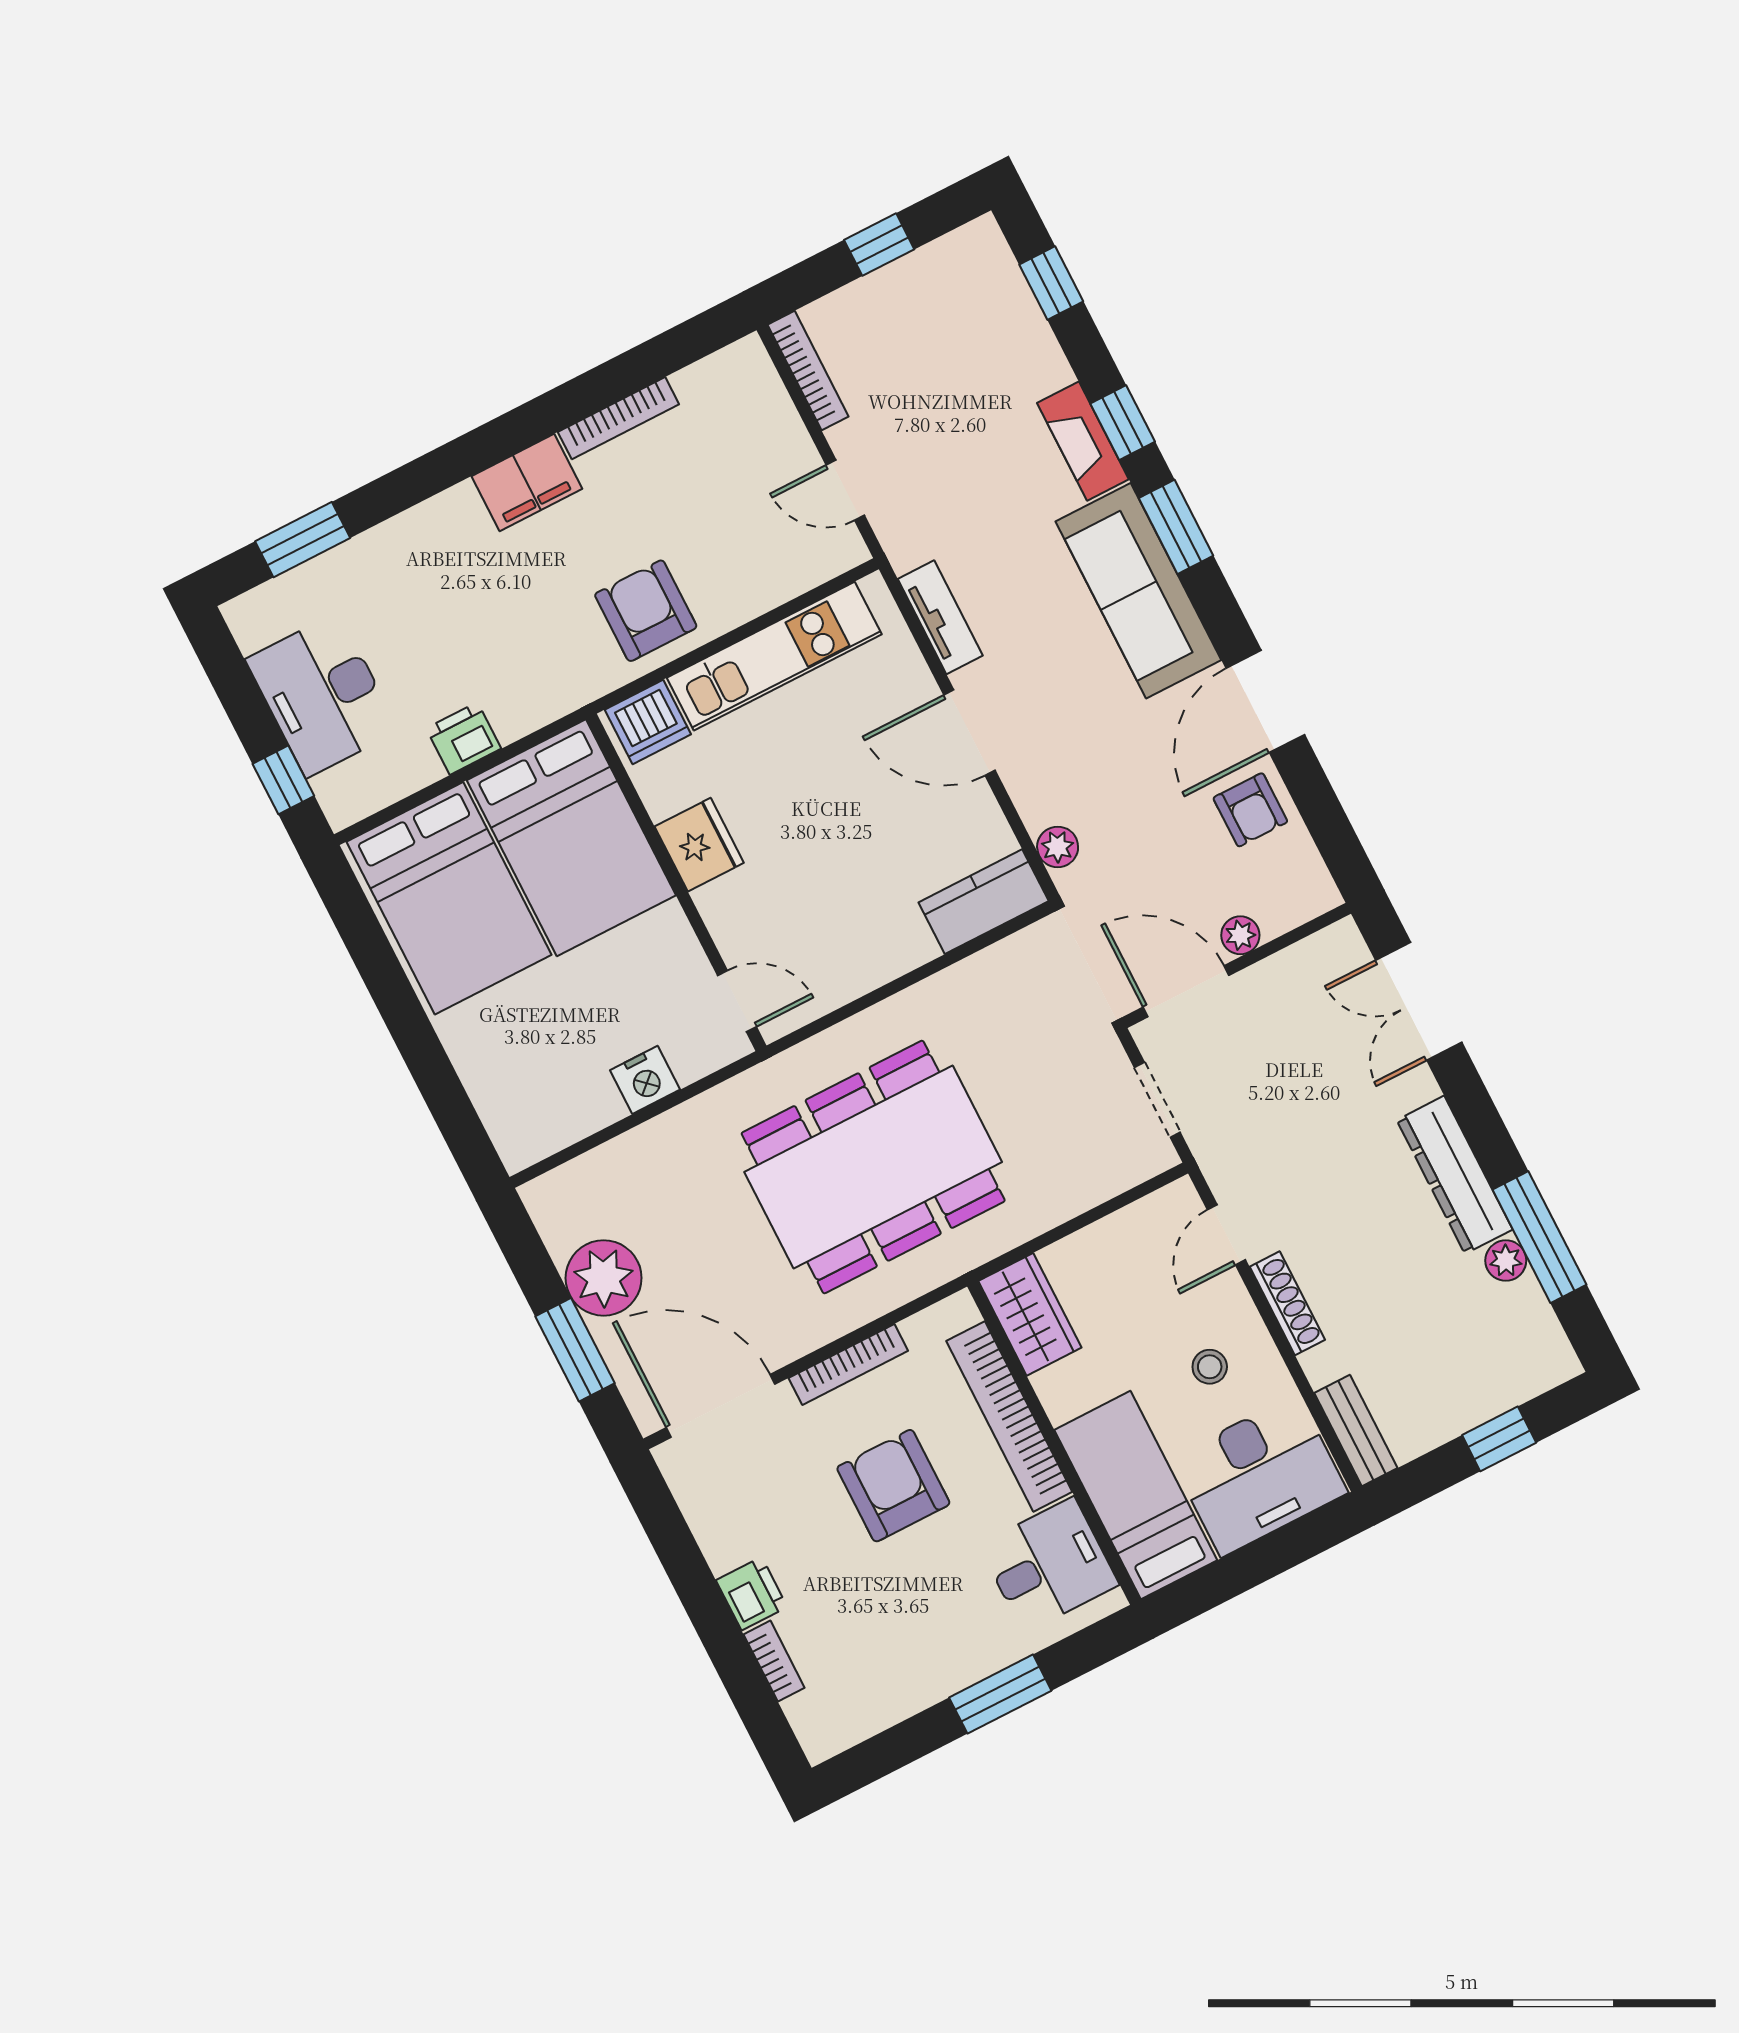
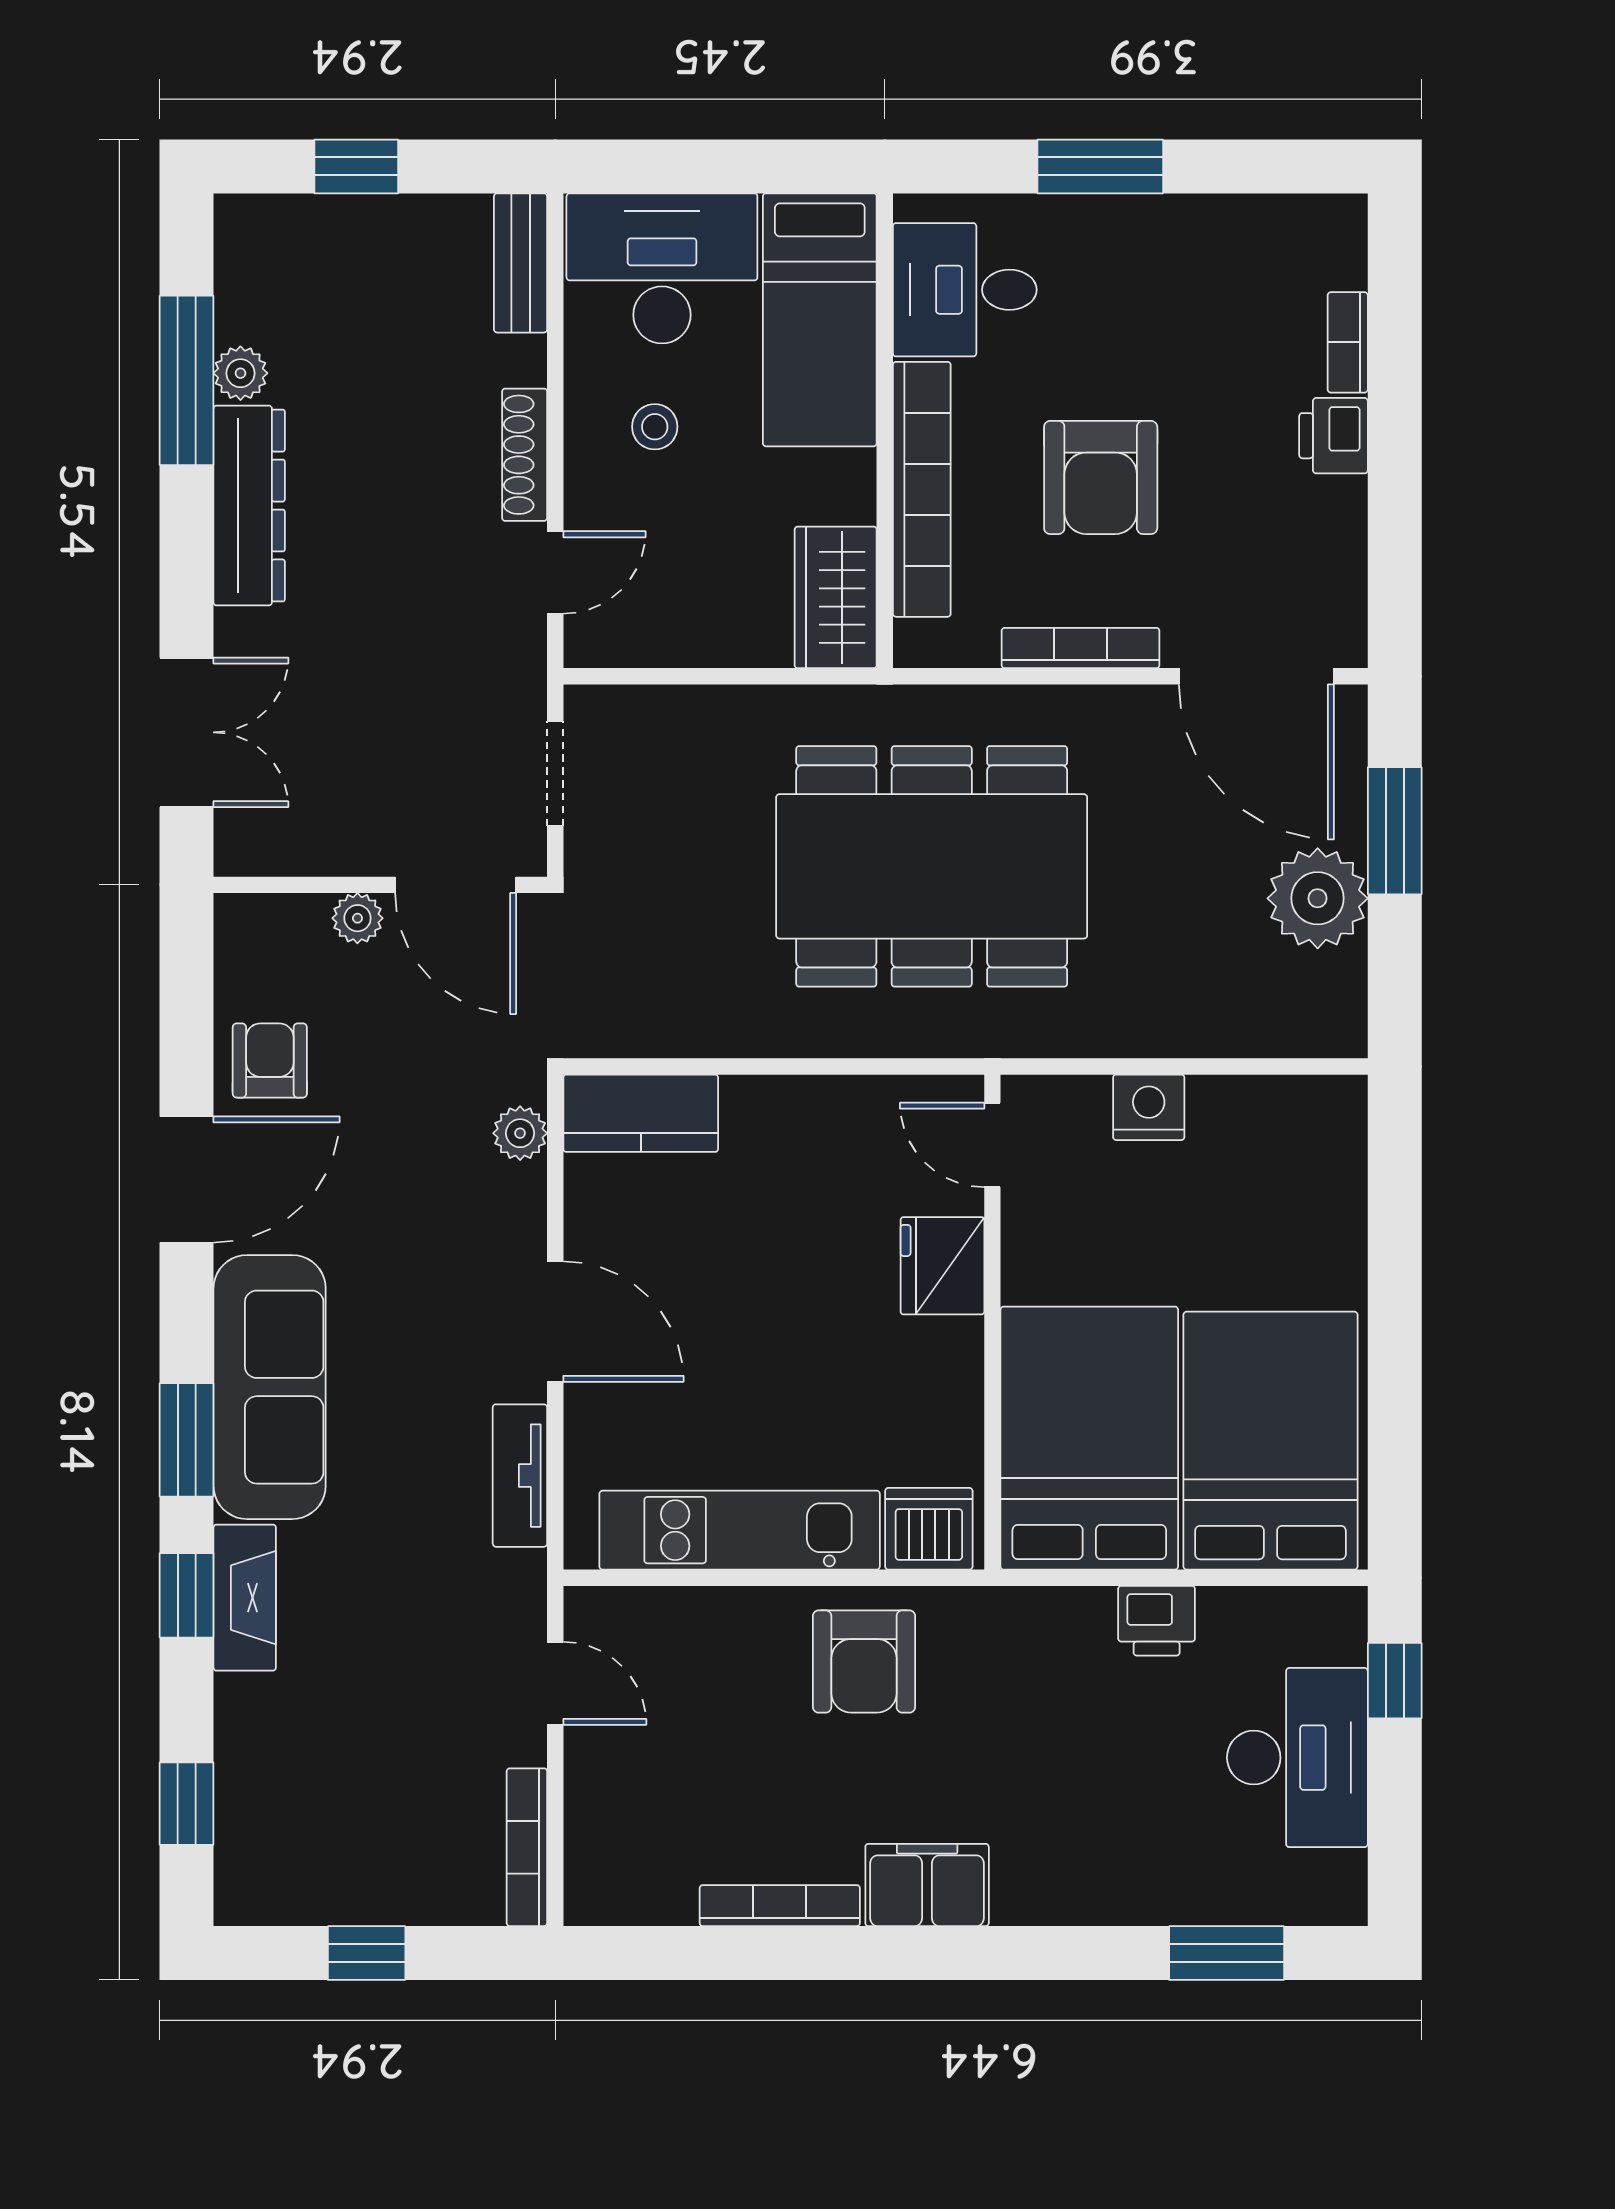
fridge: (699, 845) -> (942, 1266), moved

